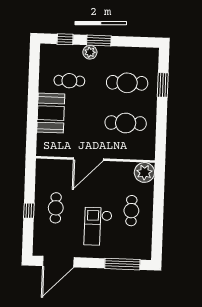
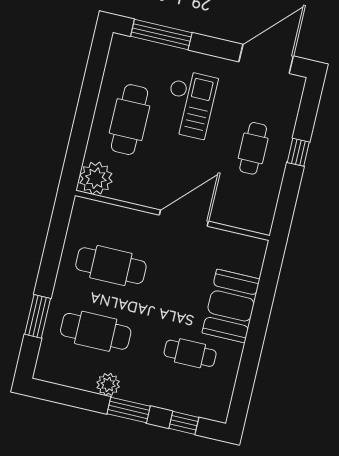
plant: (90, 52) -> (108, 384), moved
cafe table: (131, 211) -> (130, 120), width x1.37, depth x1.35

